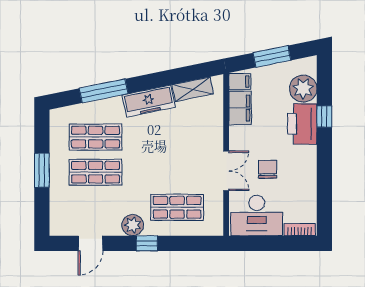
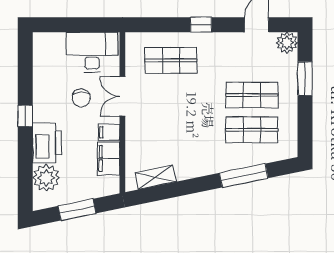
filing cabinet: (240, 82) -> (109, 132), moved
freezer: (149, 101) -> (199, 165), removed
window: (324, 117) -> (25, 116), moved
window: (42, 170) -> (305, 79), moved
plant: (133, 225) -> (287, 43), moved
bookcase: (300, 230) -> (50, 38), removed

